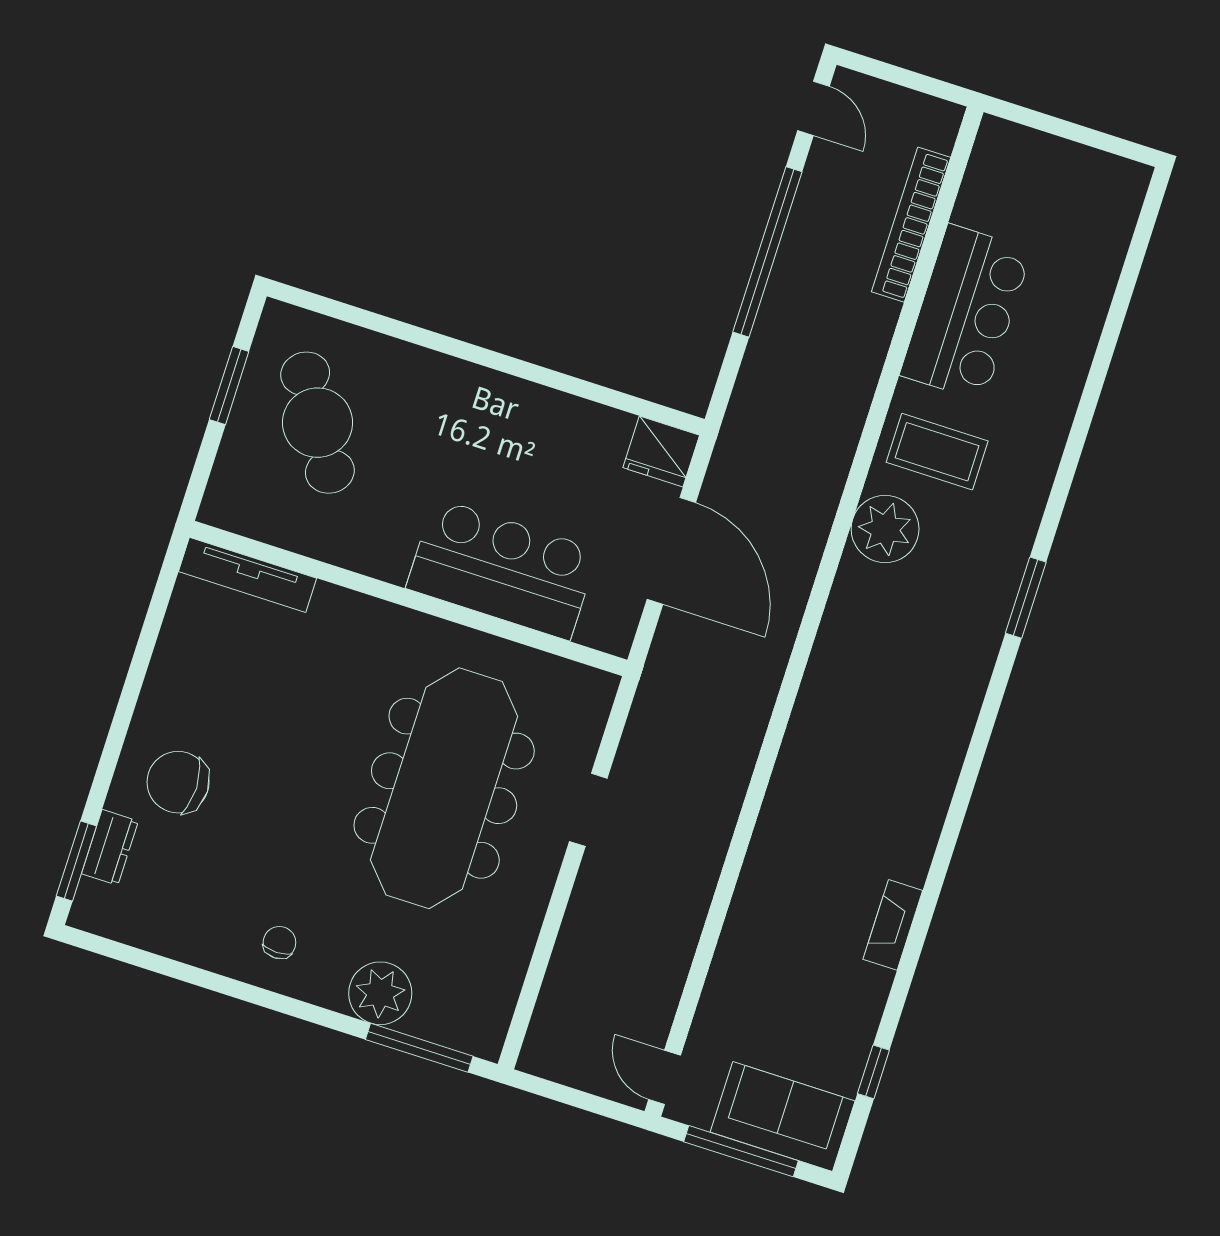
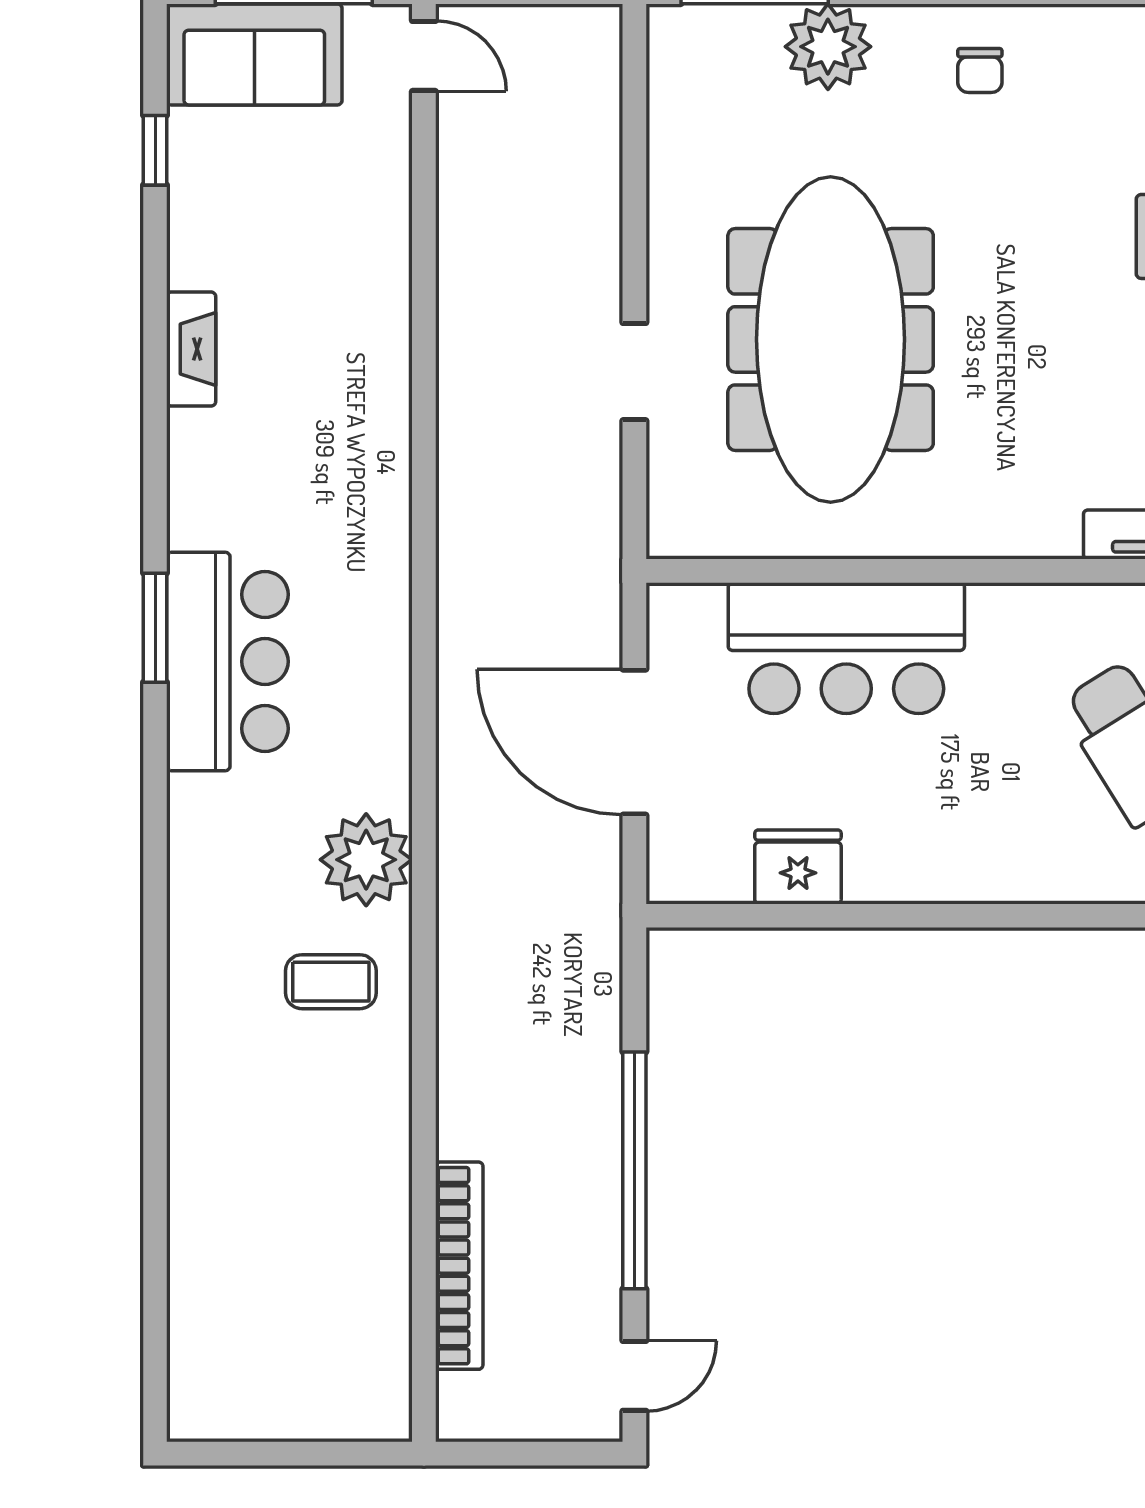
door: (813, 108) -> (634, 1376), swing flipped
bar counter: (966, 313) -> (227, 661), moved, turned 180
fridge: (661, 451) -> (798, 867), moved
coffee table: (937, 452) -> (331, 982), width x0.73, depth x0.77
window: (1026, 598) -> (155, 628), moved

